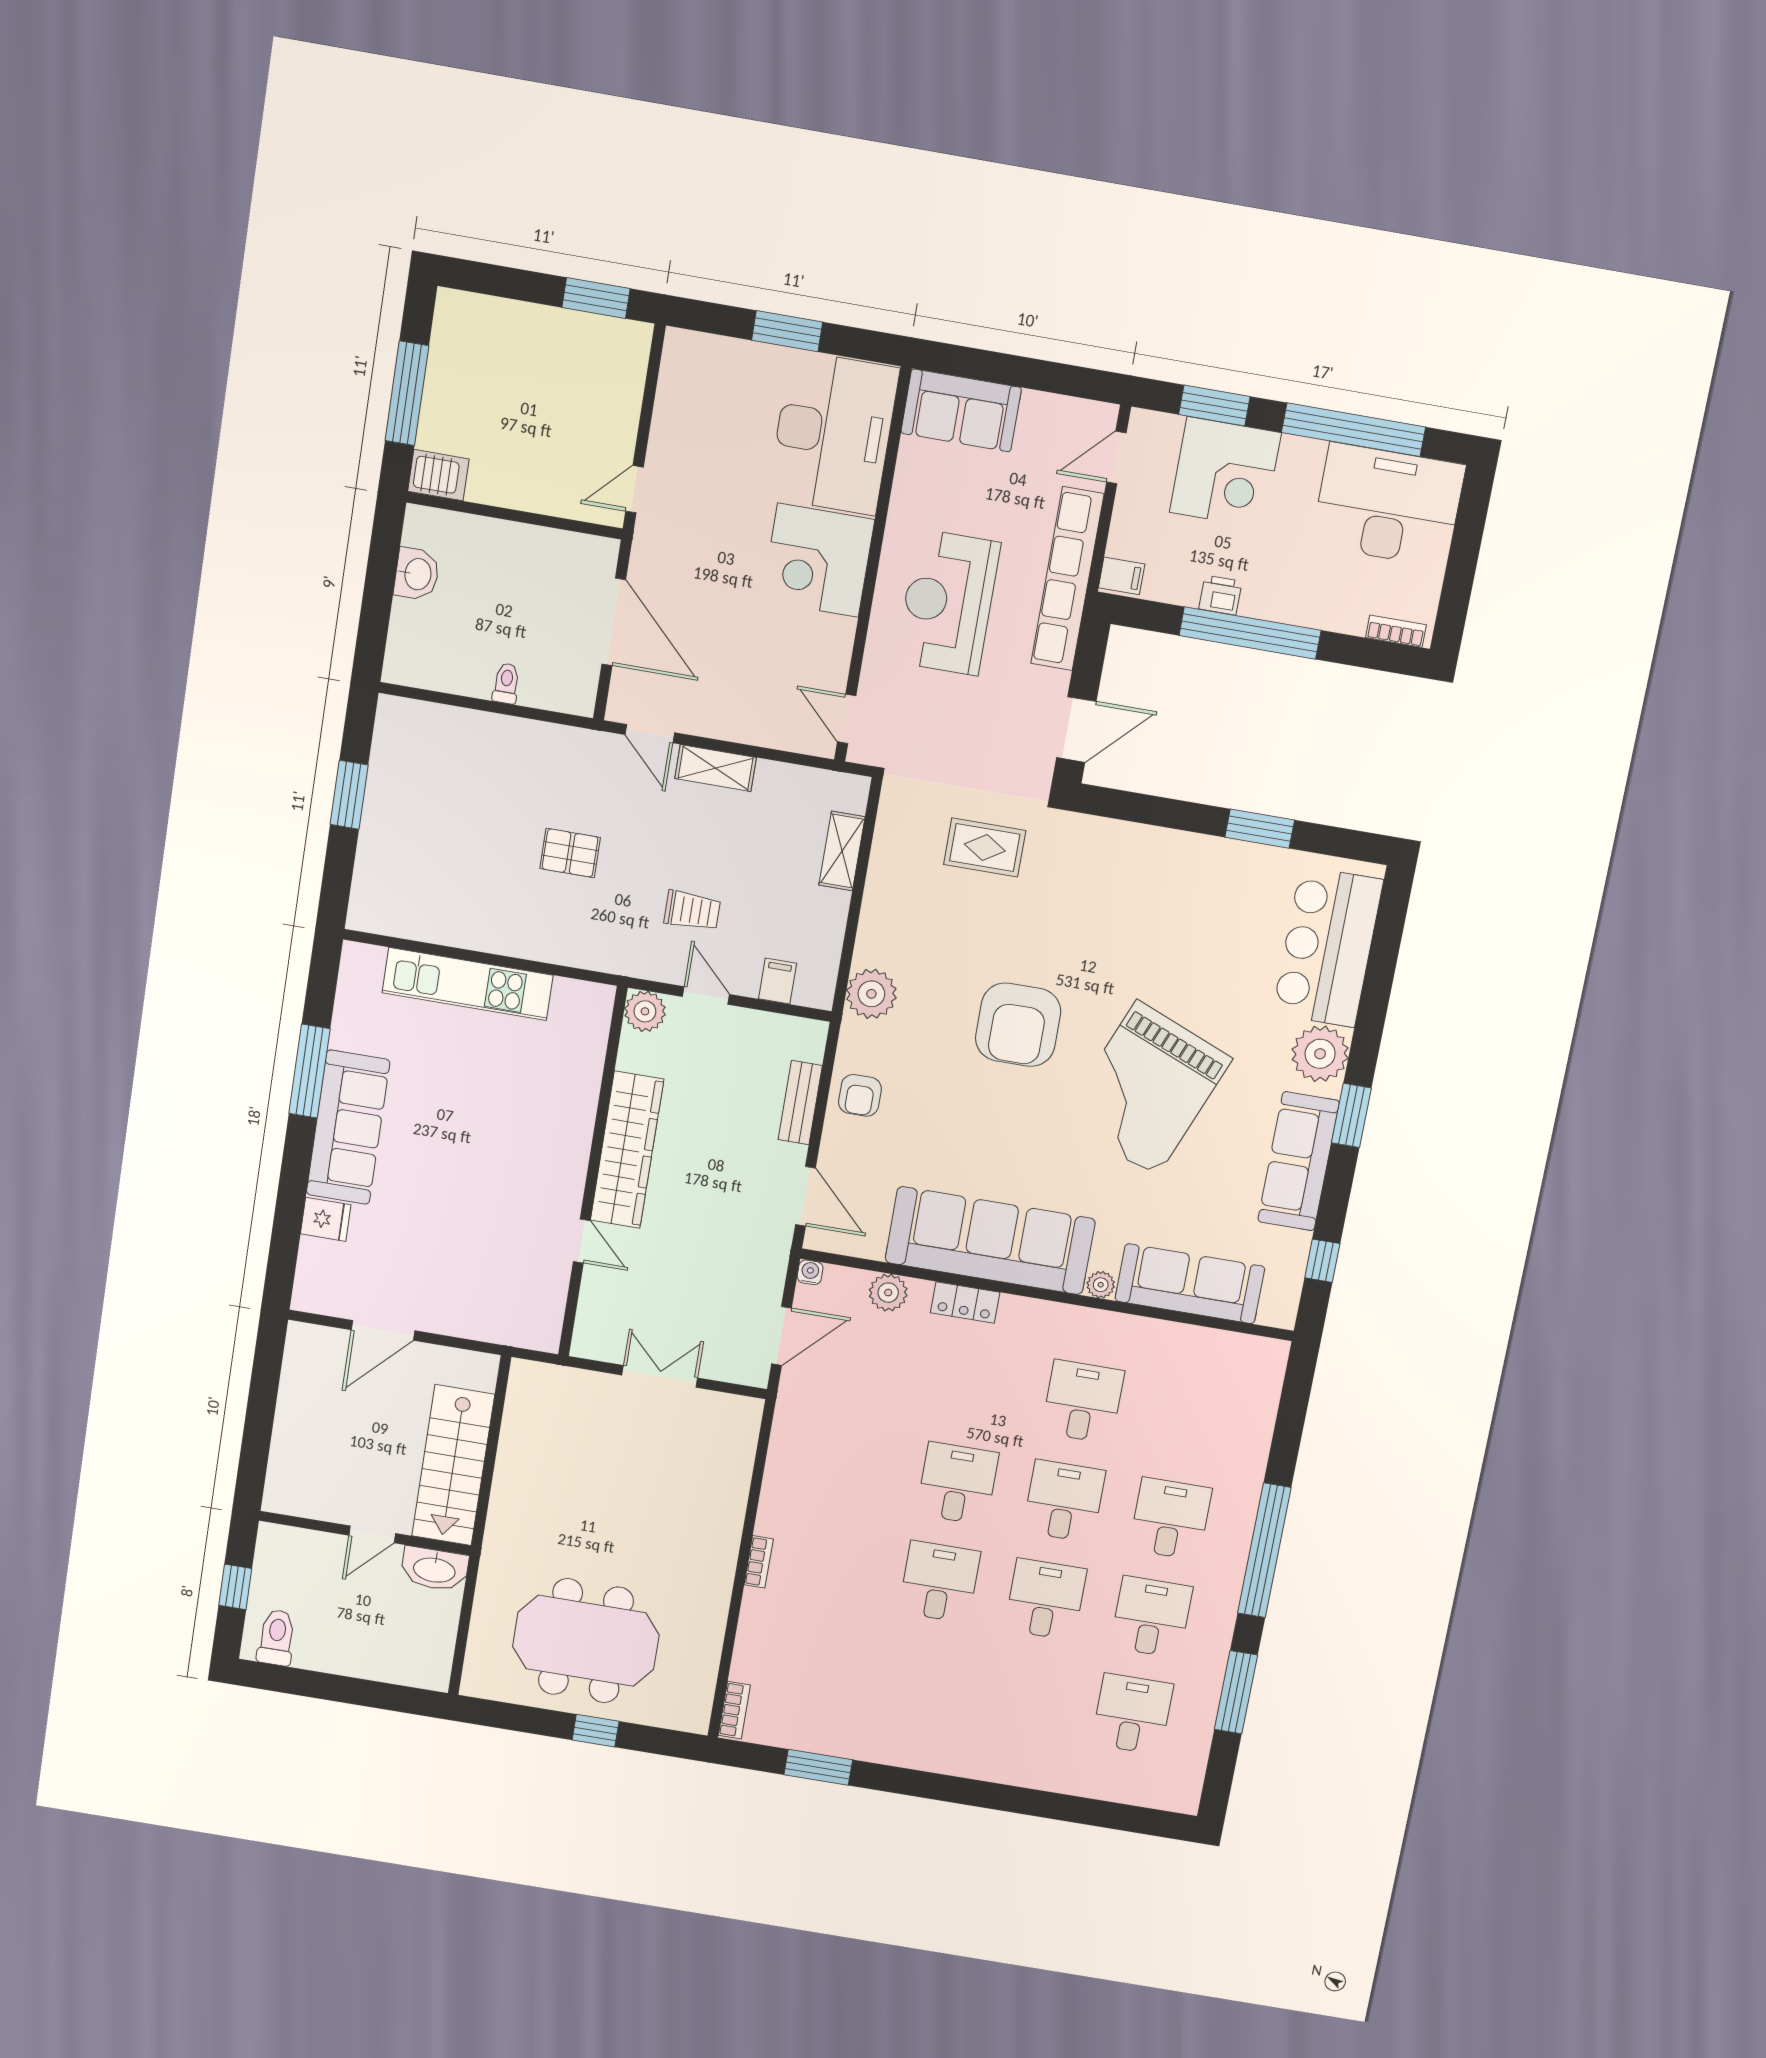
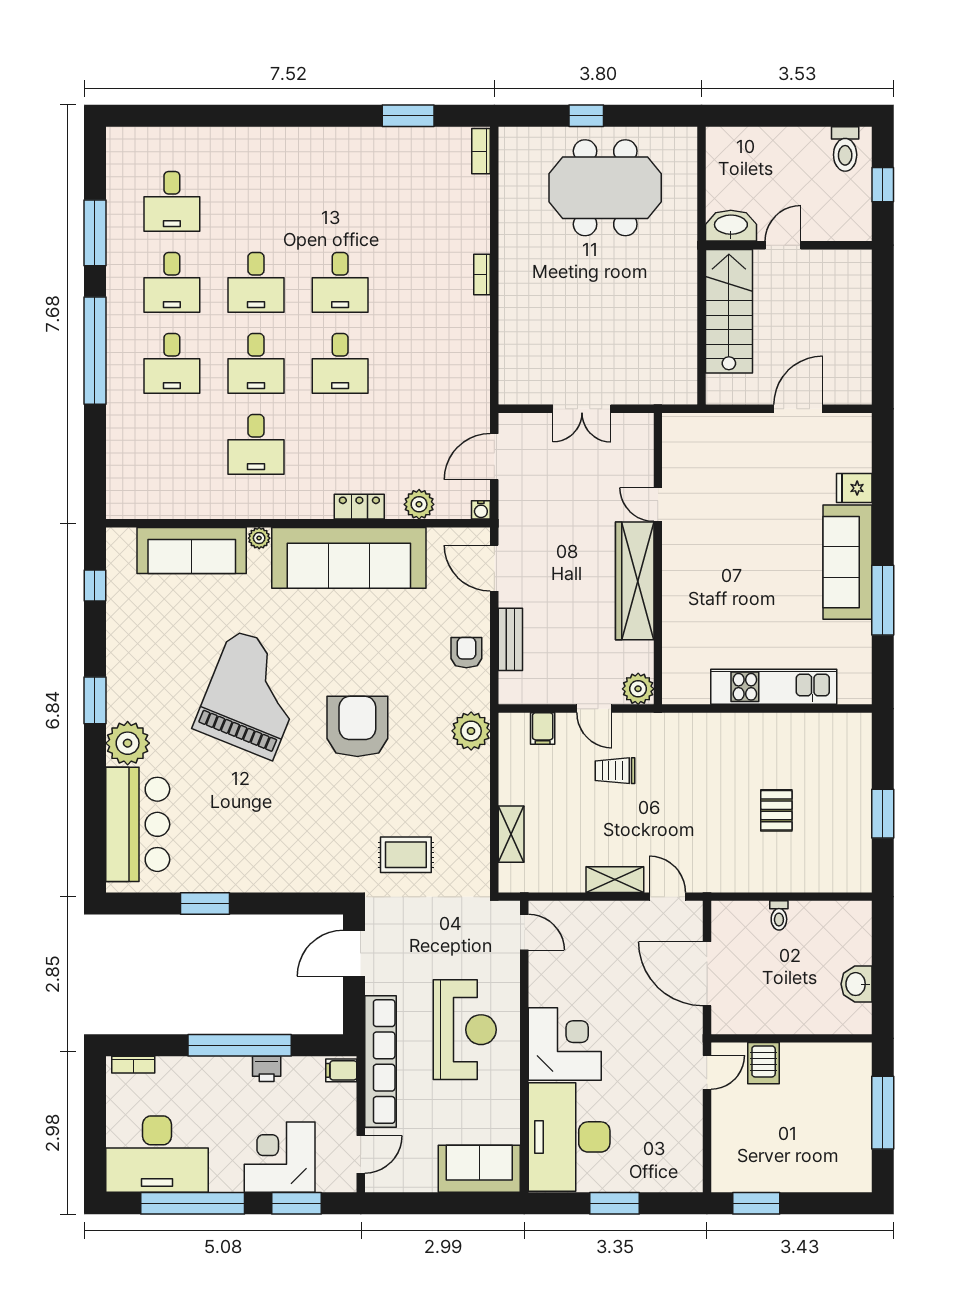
server rack: (438, 475) -> (764, 1063), moved, turned -90
pallet: (570, 853) -> (776, 810), moved, turned 90
sofa: (1299, 1161) -> (128, 659), removed

